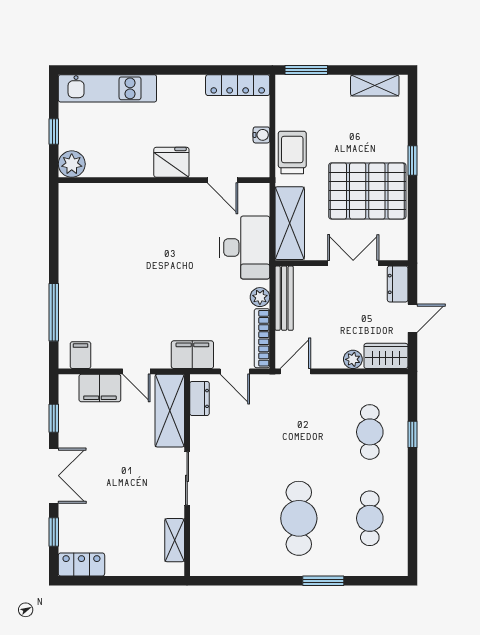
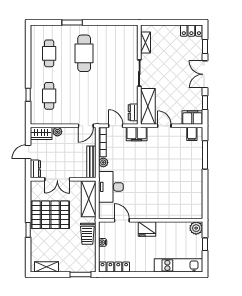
filing cabinet: (100, 388) -> (192, 118), moved

